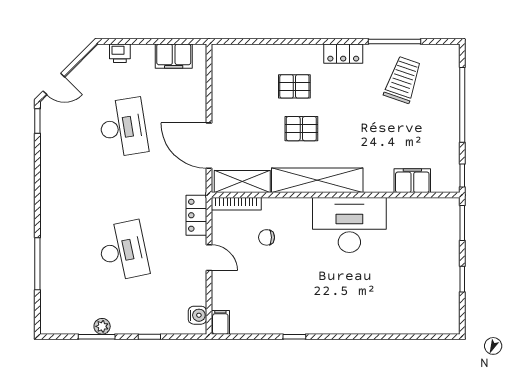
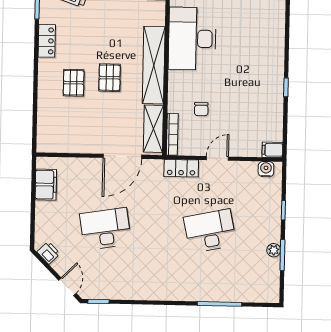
printer: (120, 53) -> (49, 253), moved, turned -45

